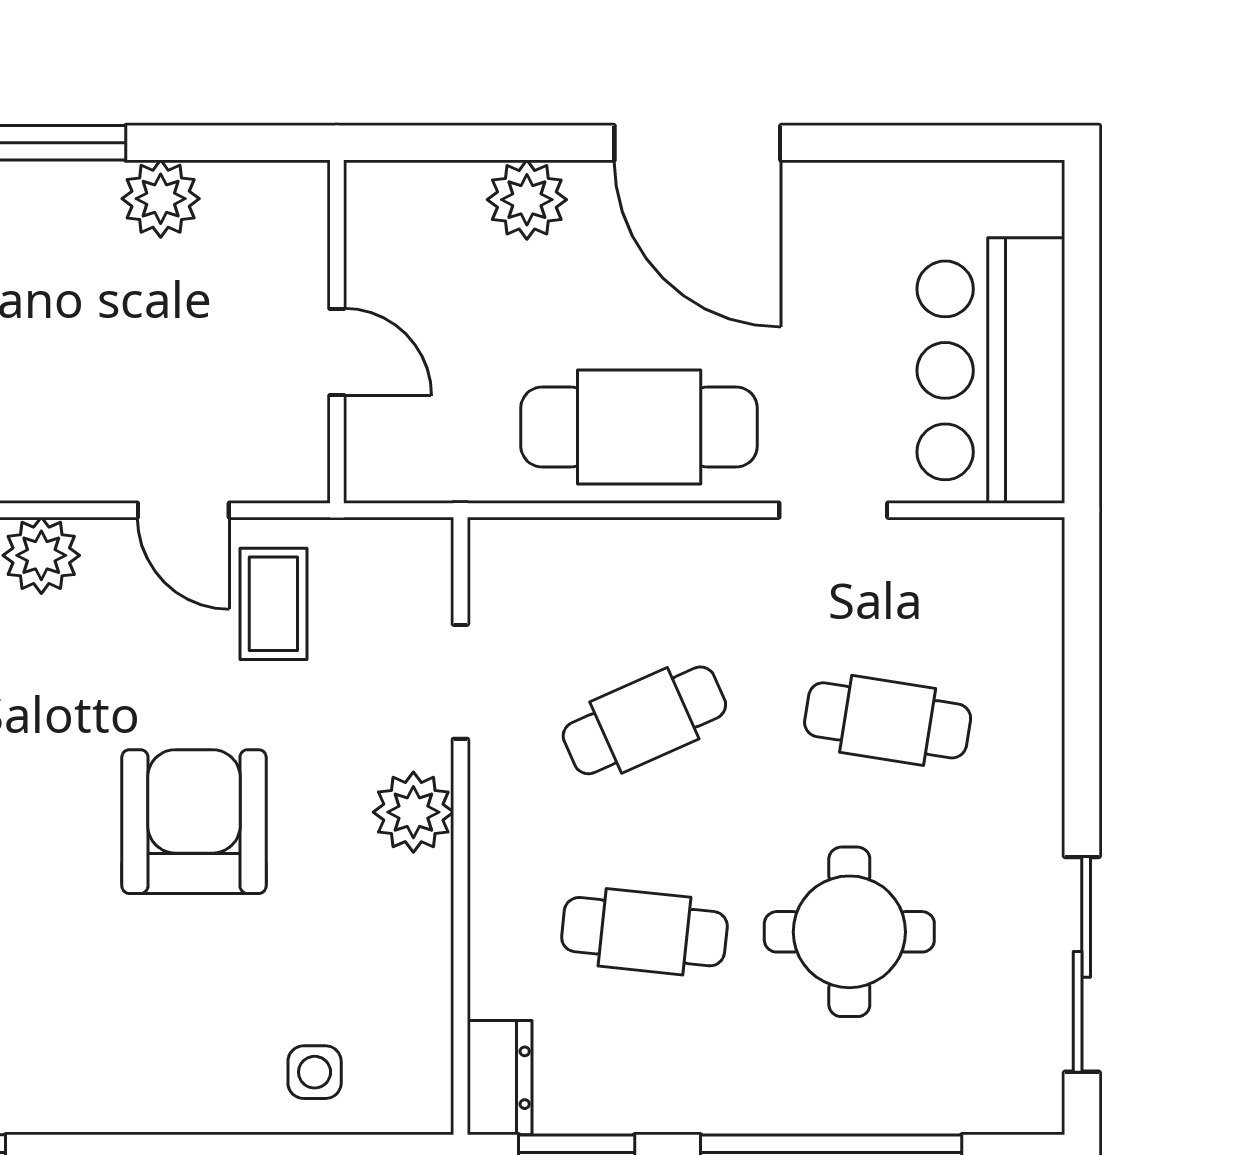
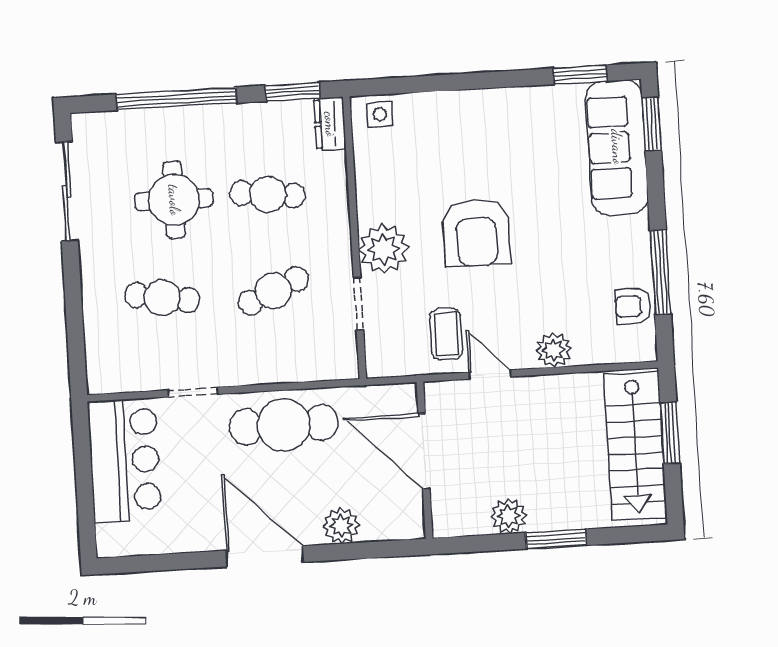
door: (337, 352) -> (424, 451), width x1.88
plant: (413, 812) -> (384, 249), width x1.36, depth x1.36
side table: (315, 1072) -> (380, 114), moved

